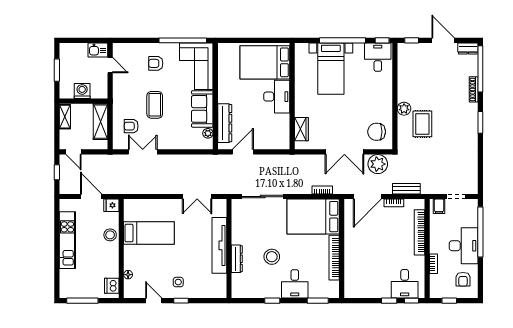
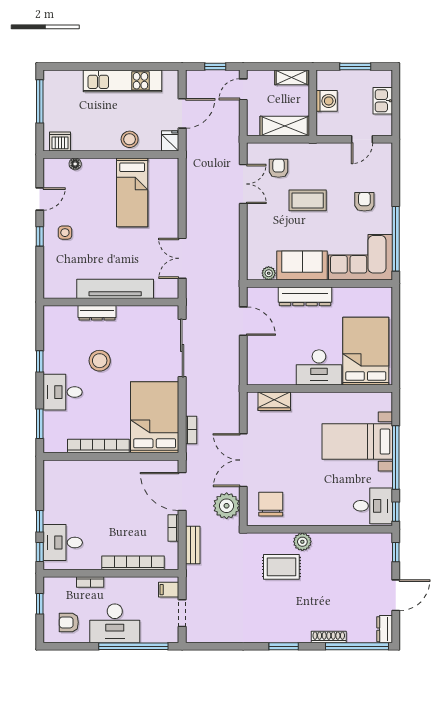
kitchen sink: (98, 50) -> (383, 101), moved
dresser: (225, 123) -> (305, 296), moved

